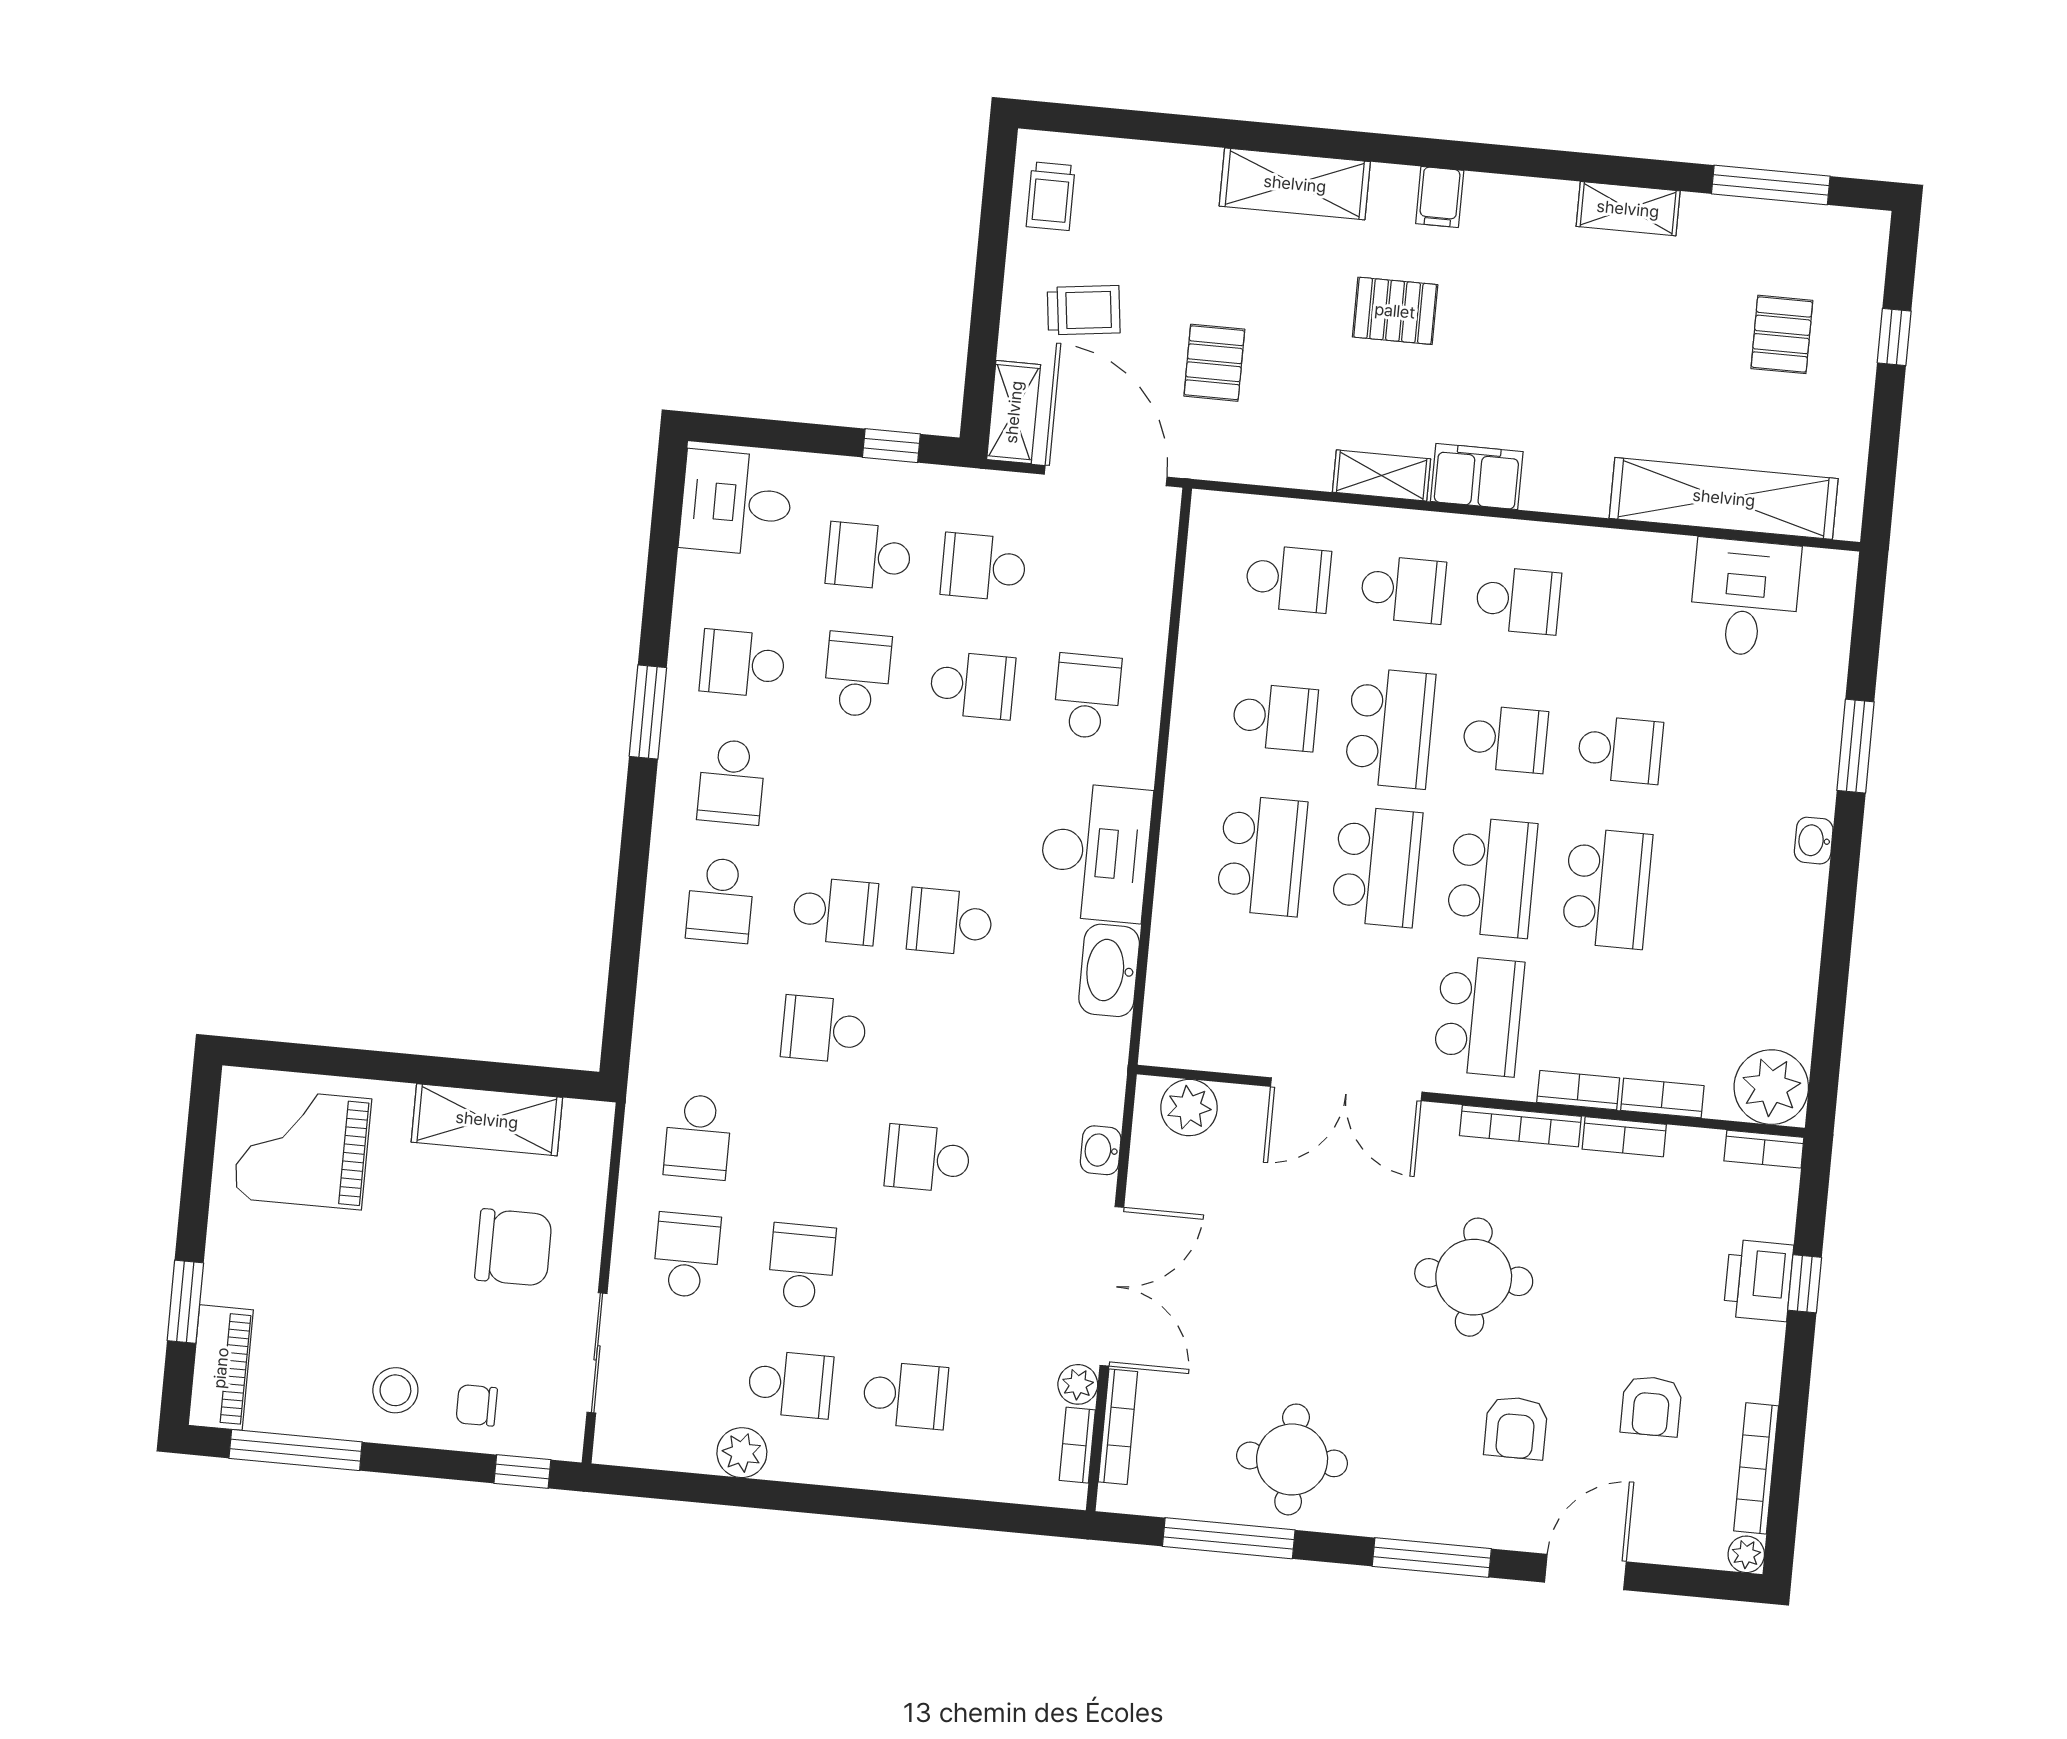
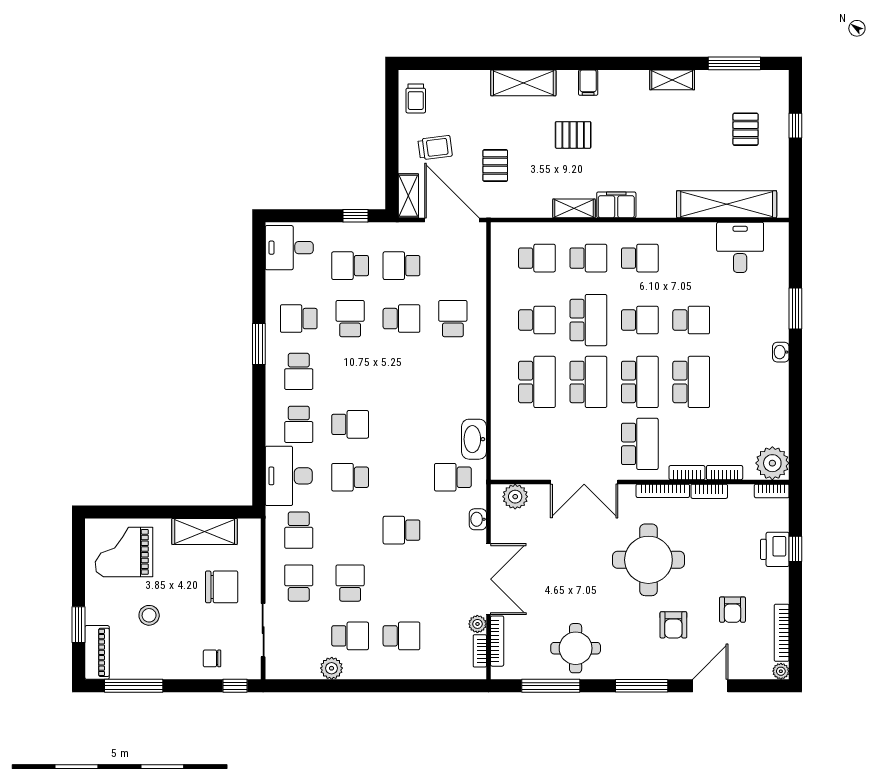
desk: (1095, 852) -> (289, 476), moved, turned 180
school desk: (950, 922) -> (453, 477), moved
round table: (1474, 1277) -> (648, 560), width x1.36, depth x1.36
stool: (395, 1390) -> (149, 615), moved

